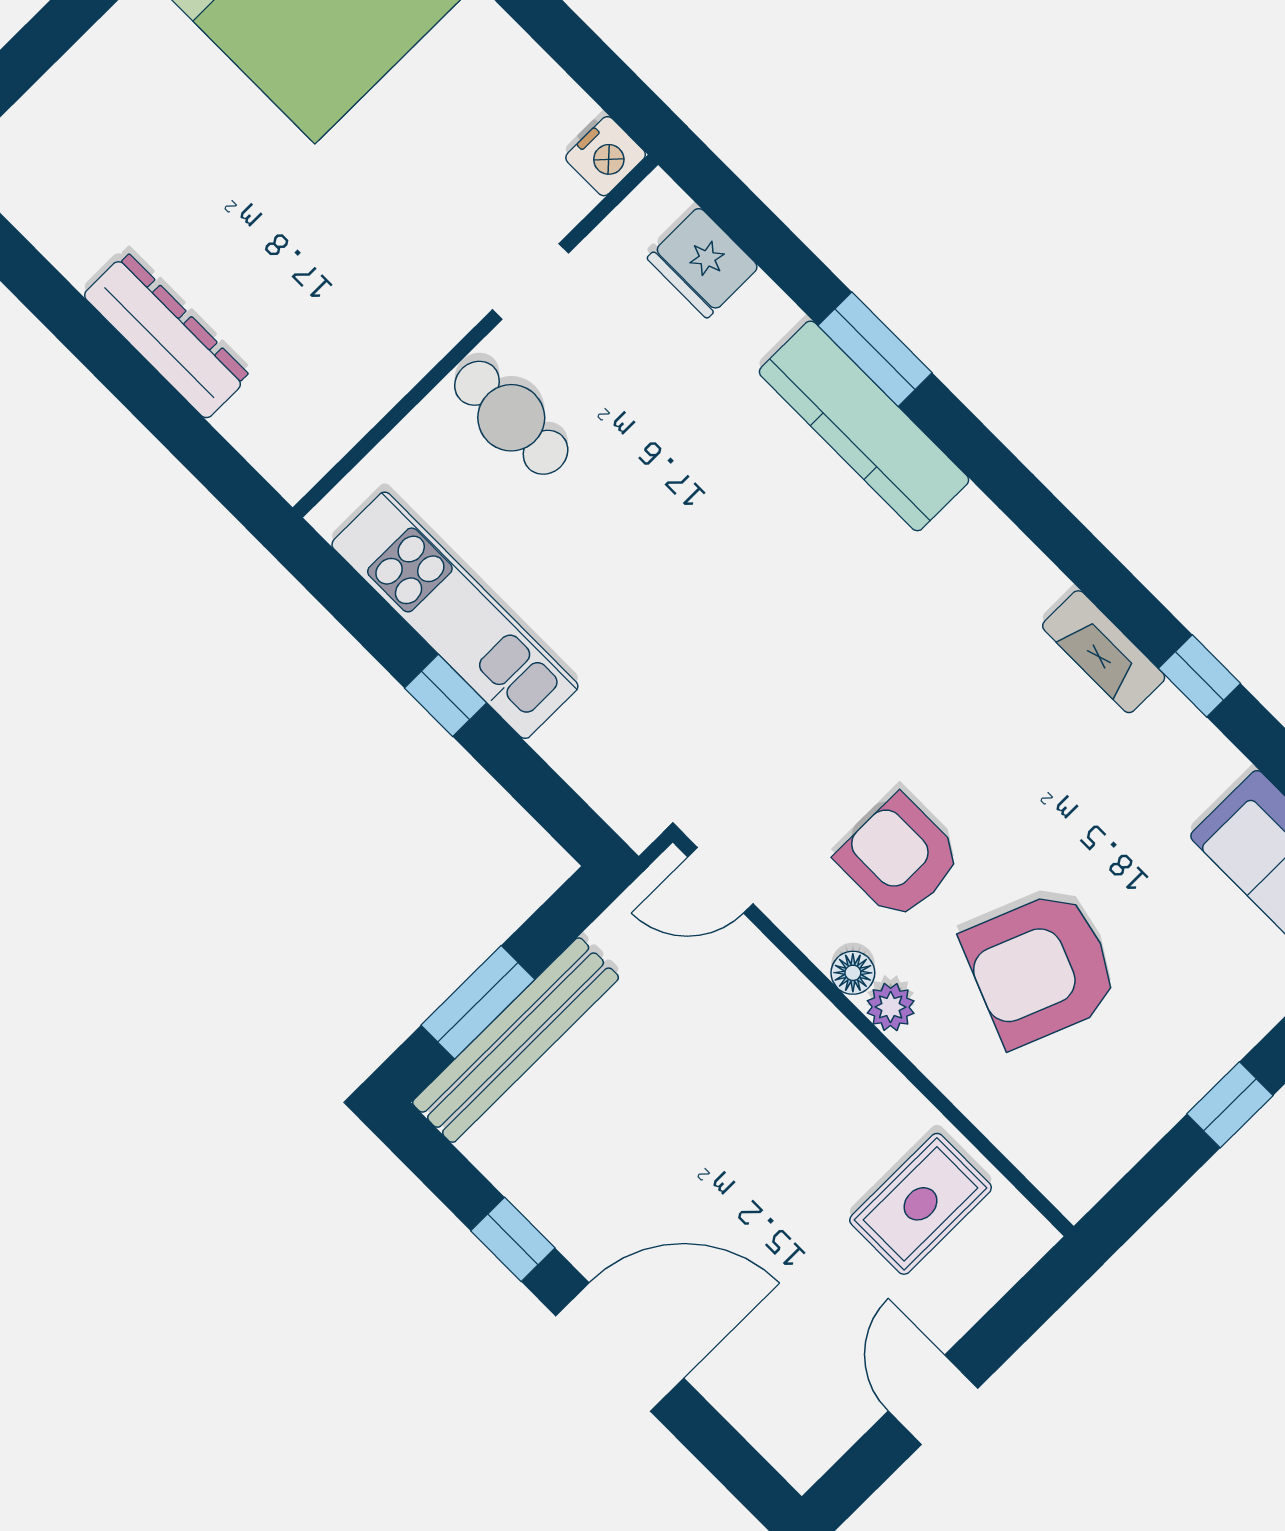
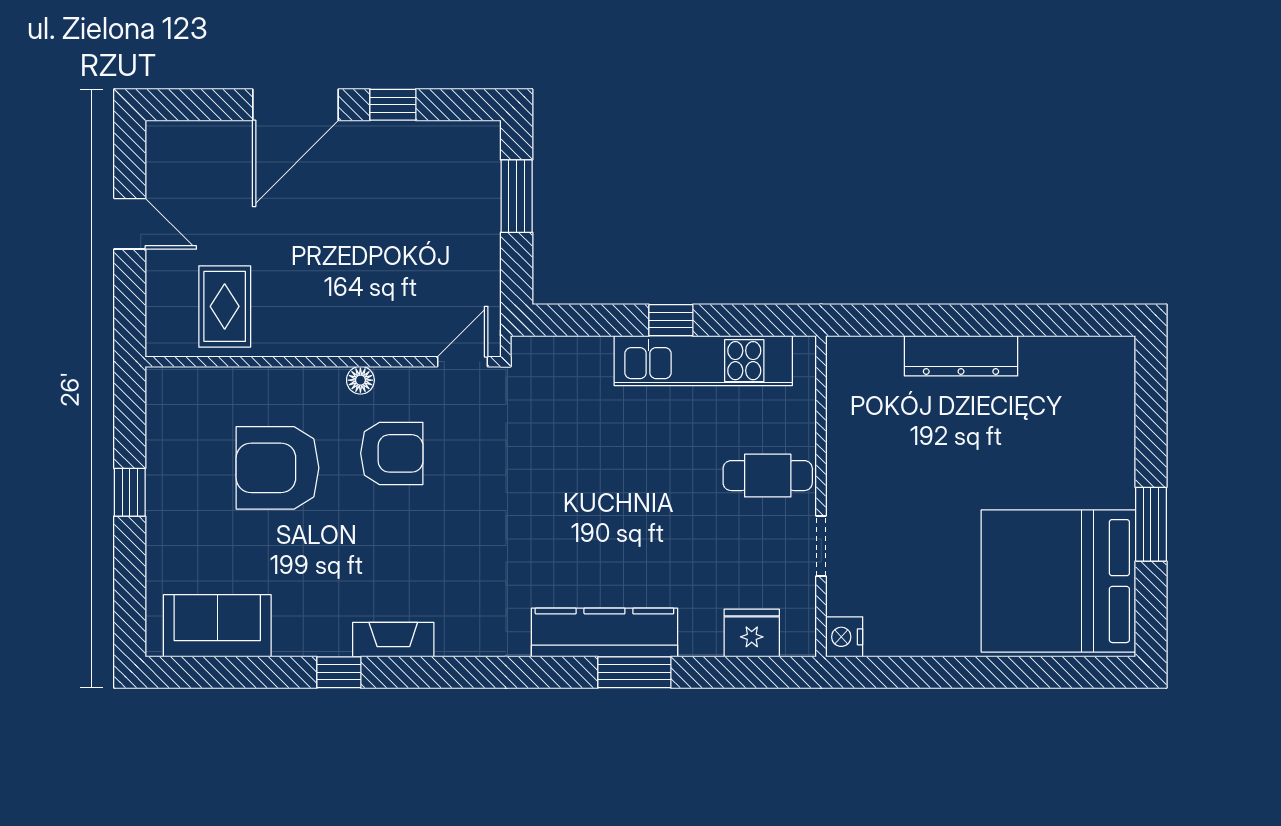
armchair: (1041, 968) -> (278, 468), turned -112
plant: (891, 1007) -> (328, 382), removed
bench: (516, 1040) -> (482, 196), removed

